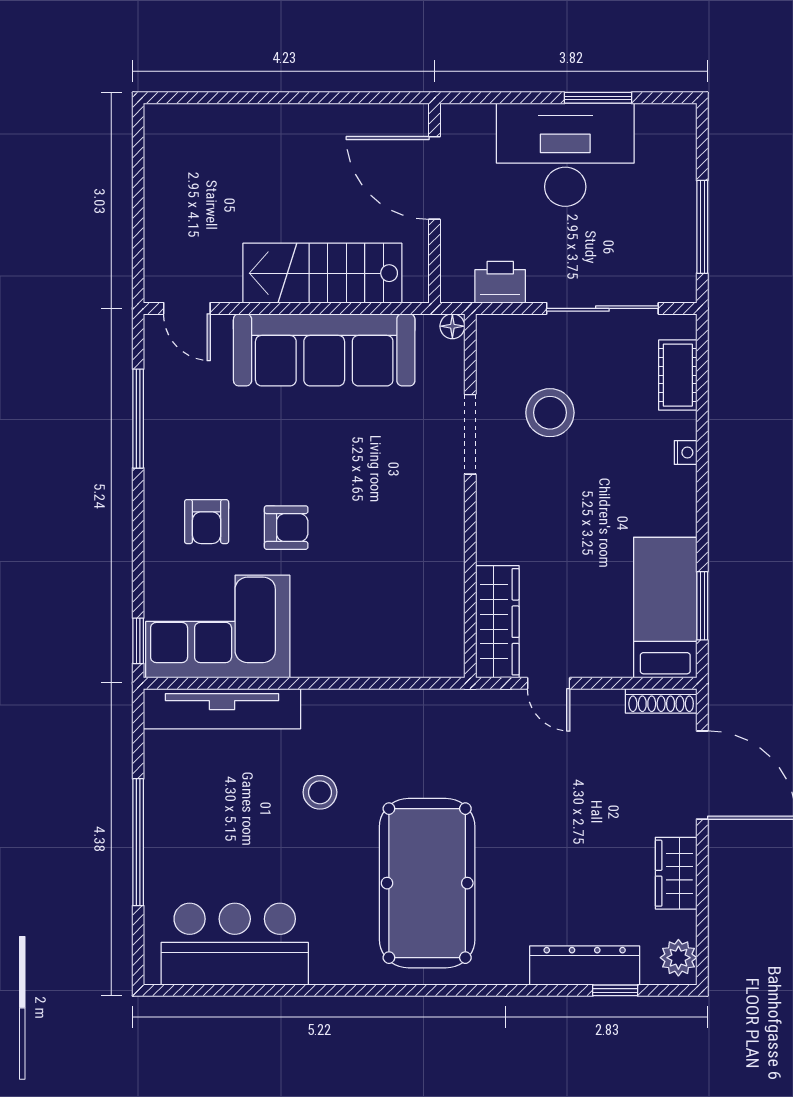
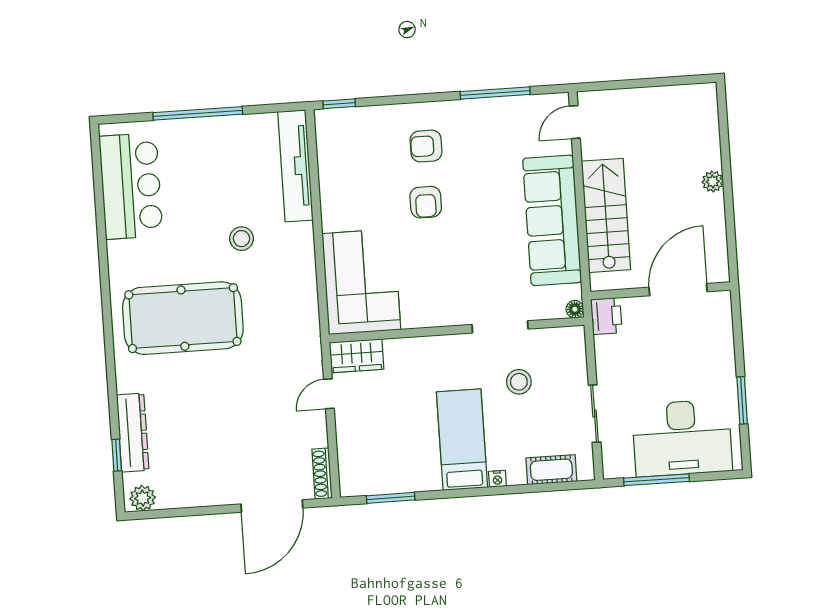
plant: (285, 118) -> (713, 181), added
desk: (565, 155) -> (682, 438), moved, turned 90
printer: (500, 282) -> (606, 316), moved
sliding door: (602, 308) -> (595, 414), width x0.73
stool: (550, 413) -> (519, 382), width x0.73, depth x0.73
bed: (665, 608) -> (462, 440), moved, turned -90
wardrobe: (497, 622) -> (357, 356), width x0.67
corner sofa: (218, 627) -> (361, 282), moved
wardrobe: (676, 873) -> (202, 492), removed

